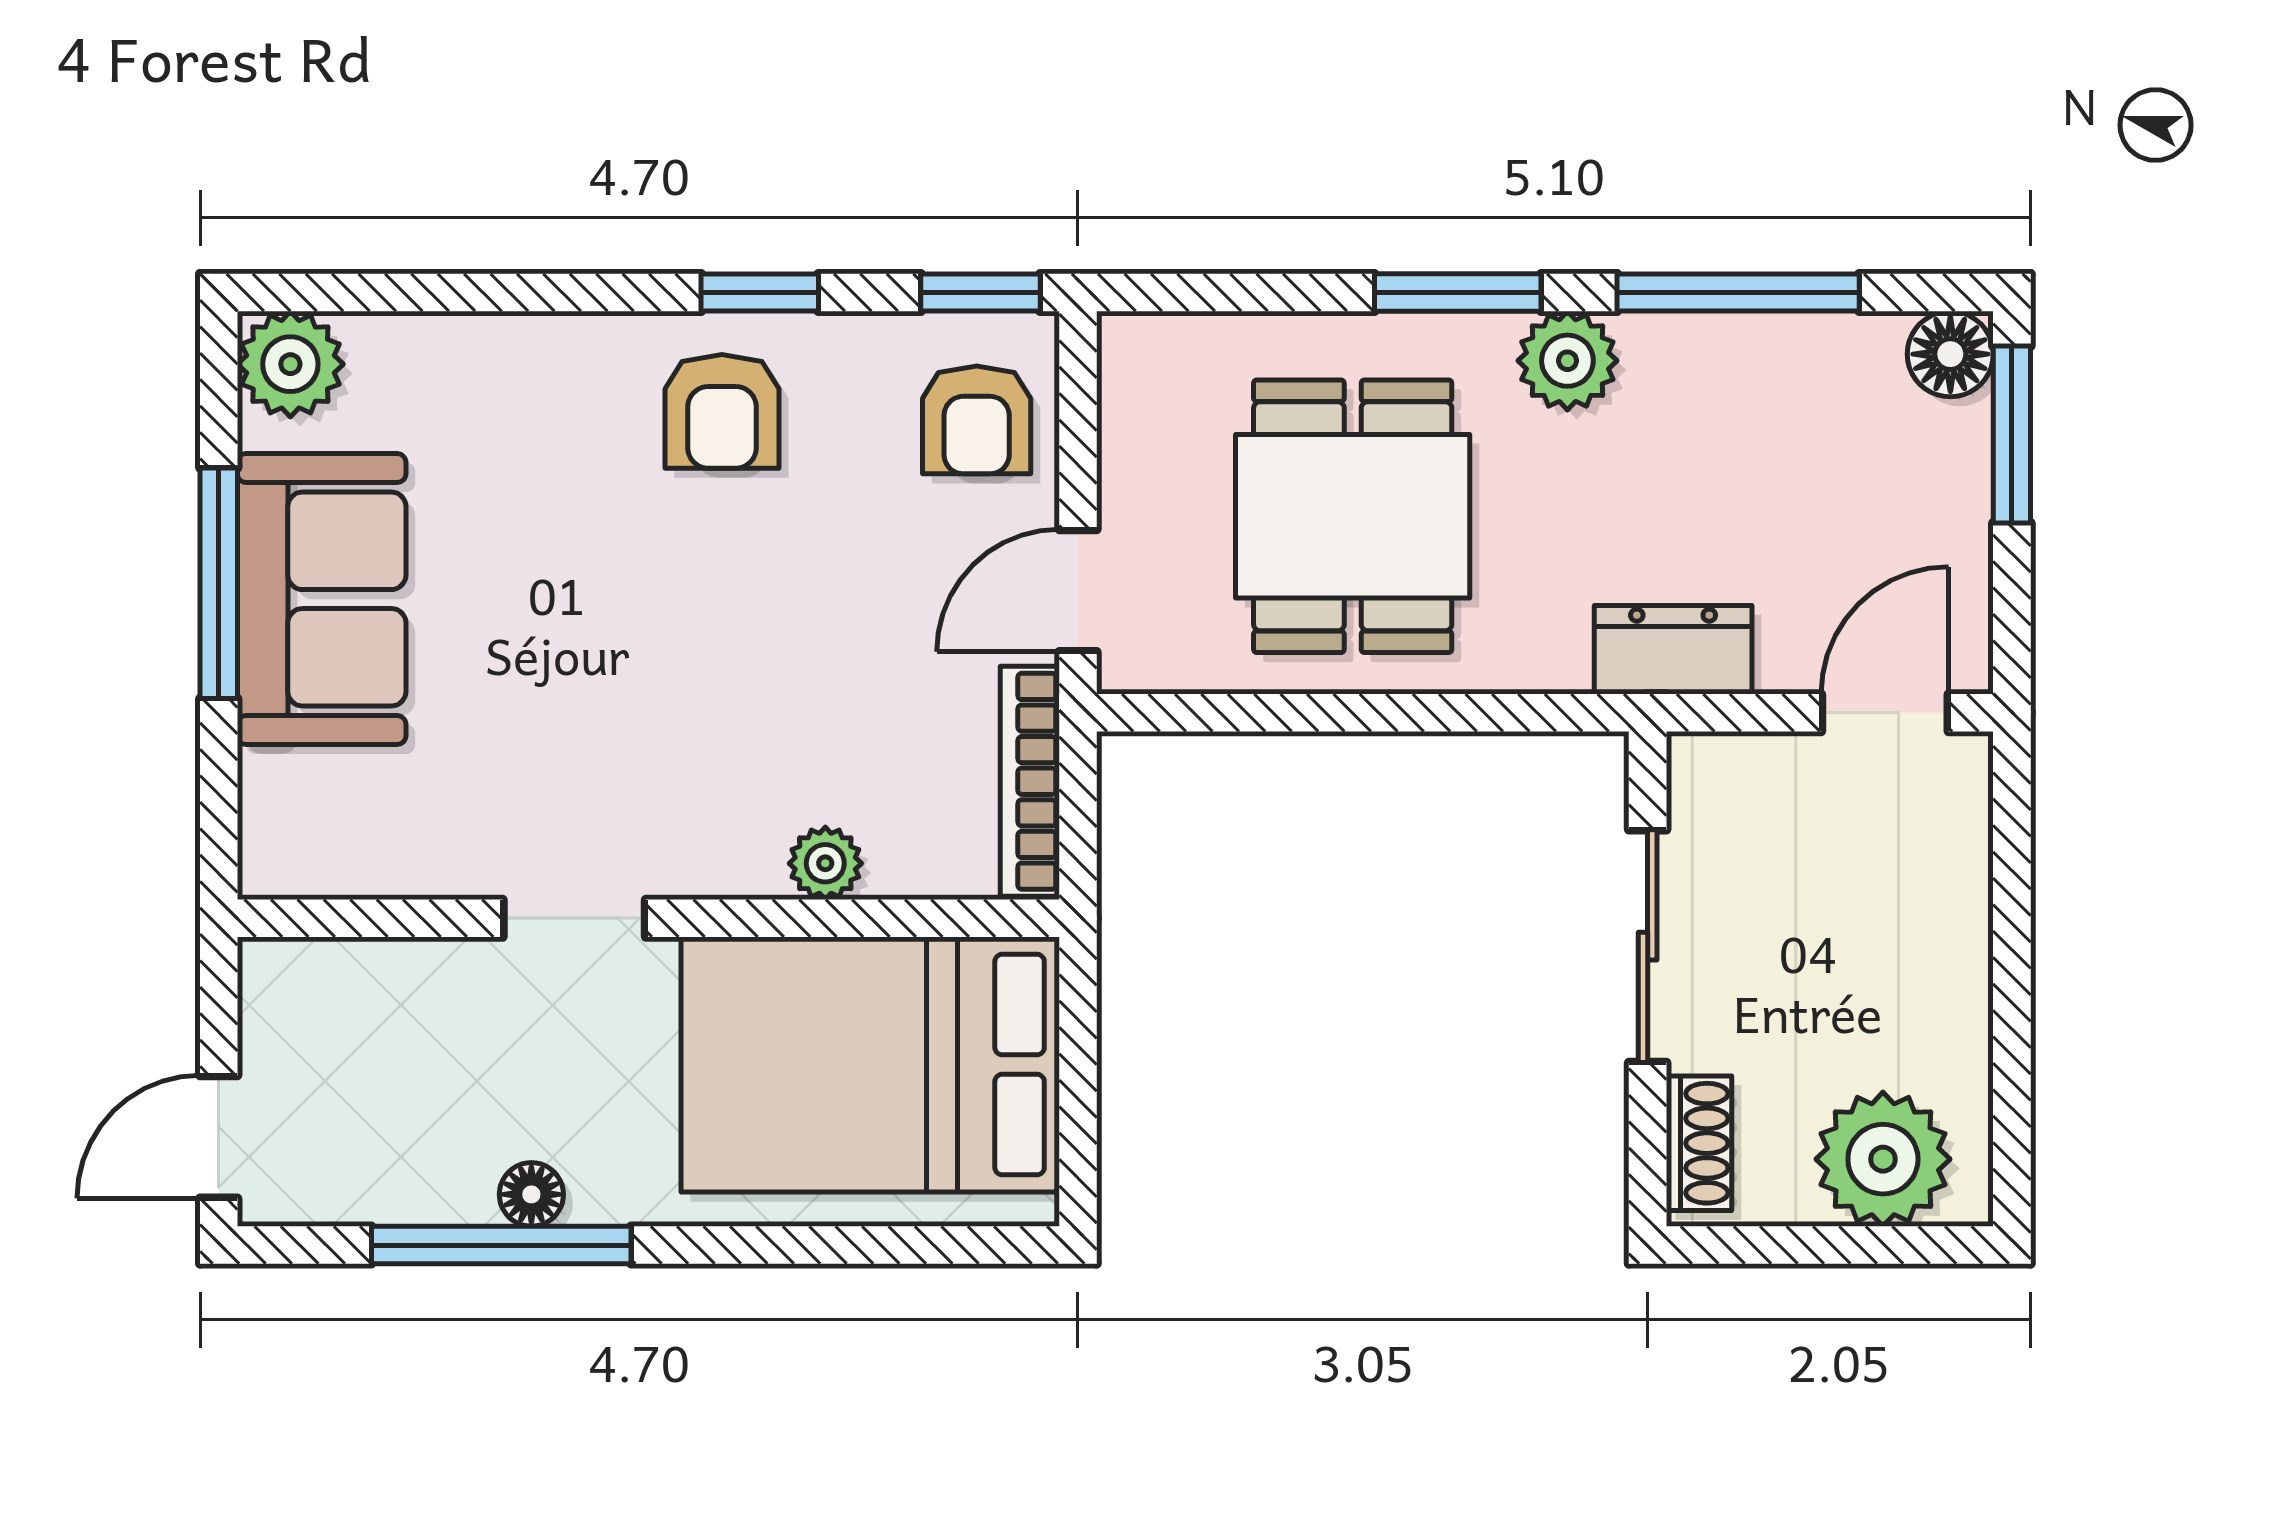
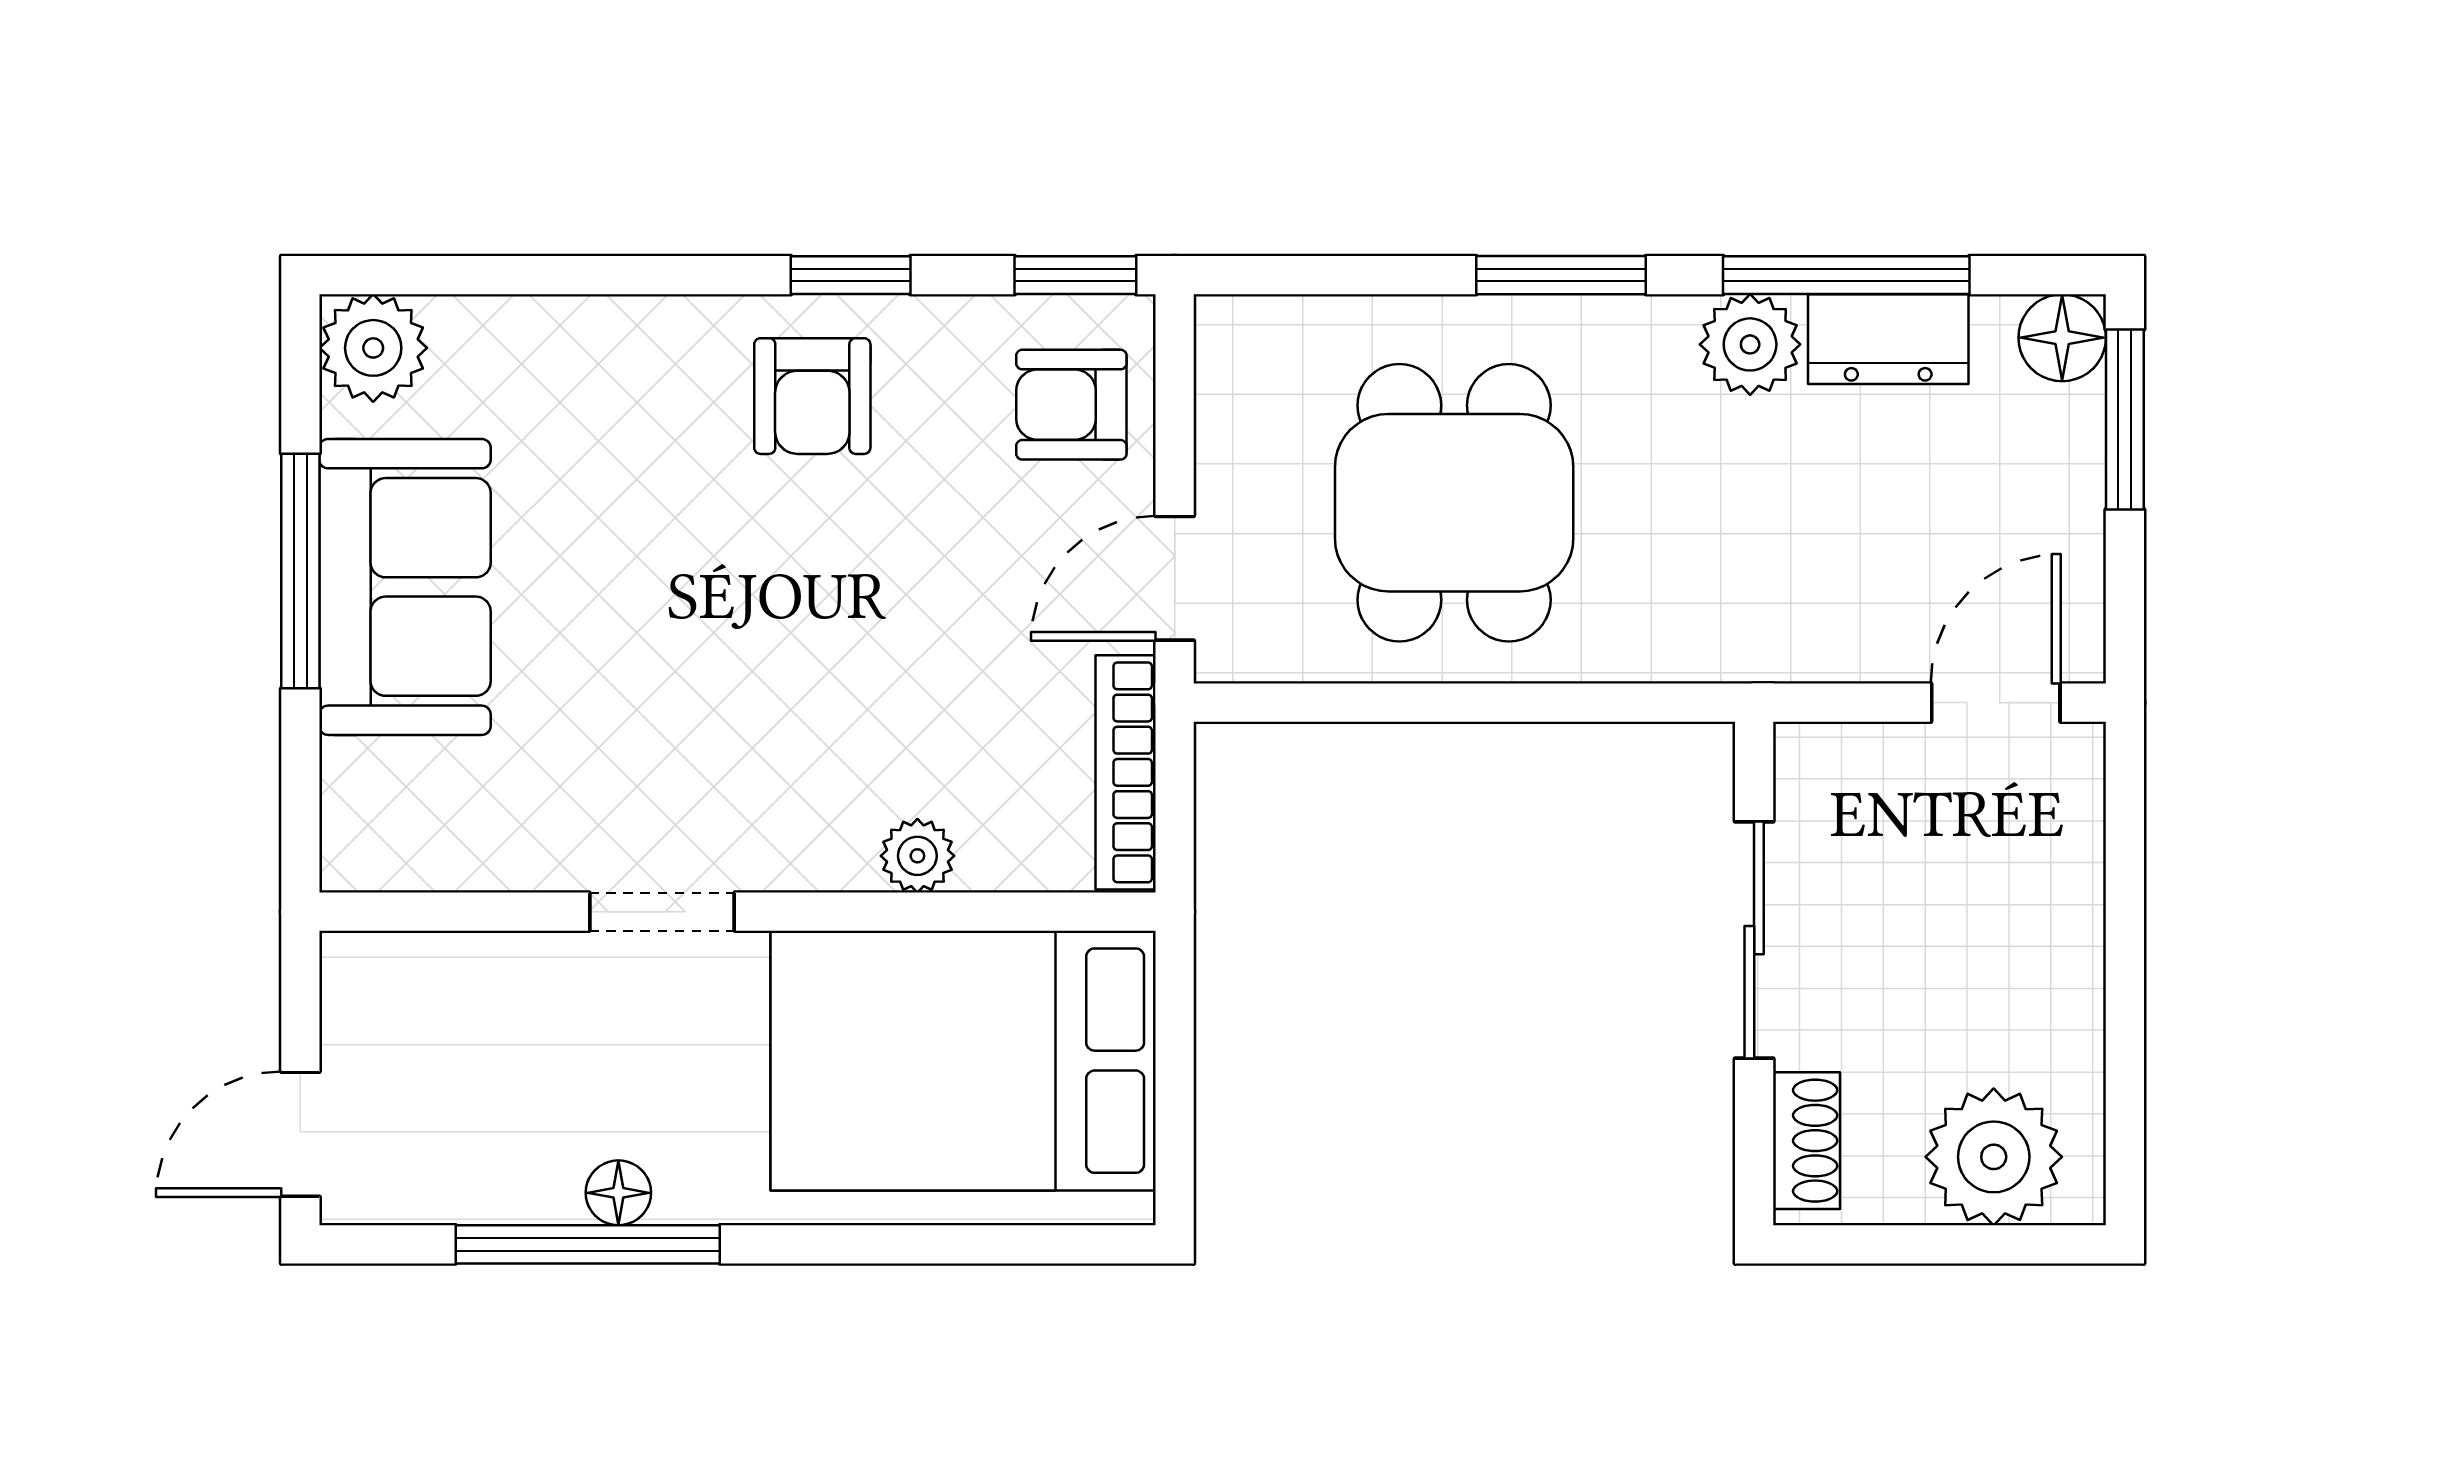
plant: (1567, 361) -> (1750, 344), moved
armchair: (977, 420) -> (1071, 405), turned 90
dresser: (1673, 650) -> (1888, 339), moved, turned 180

